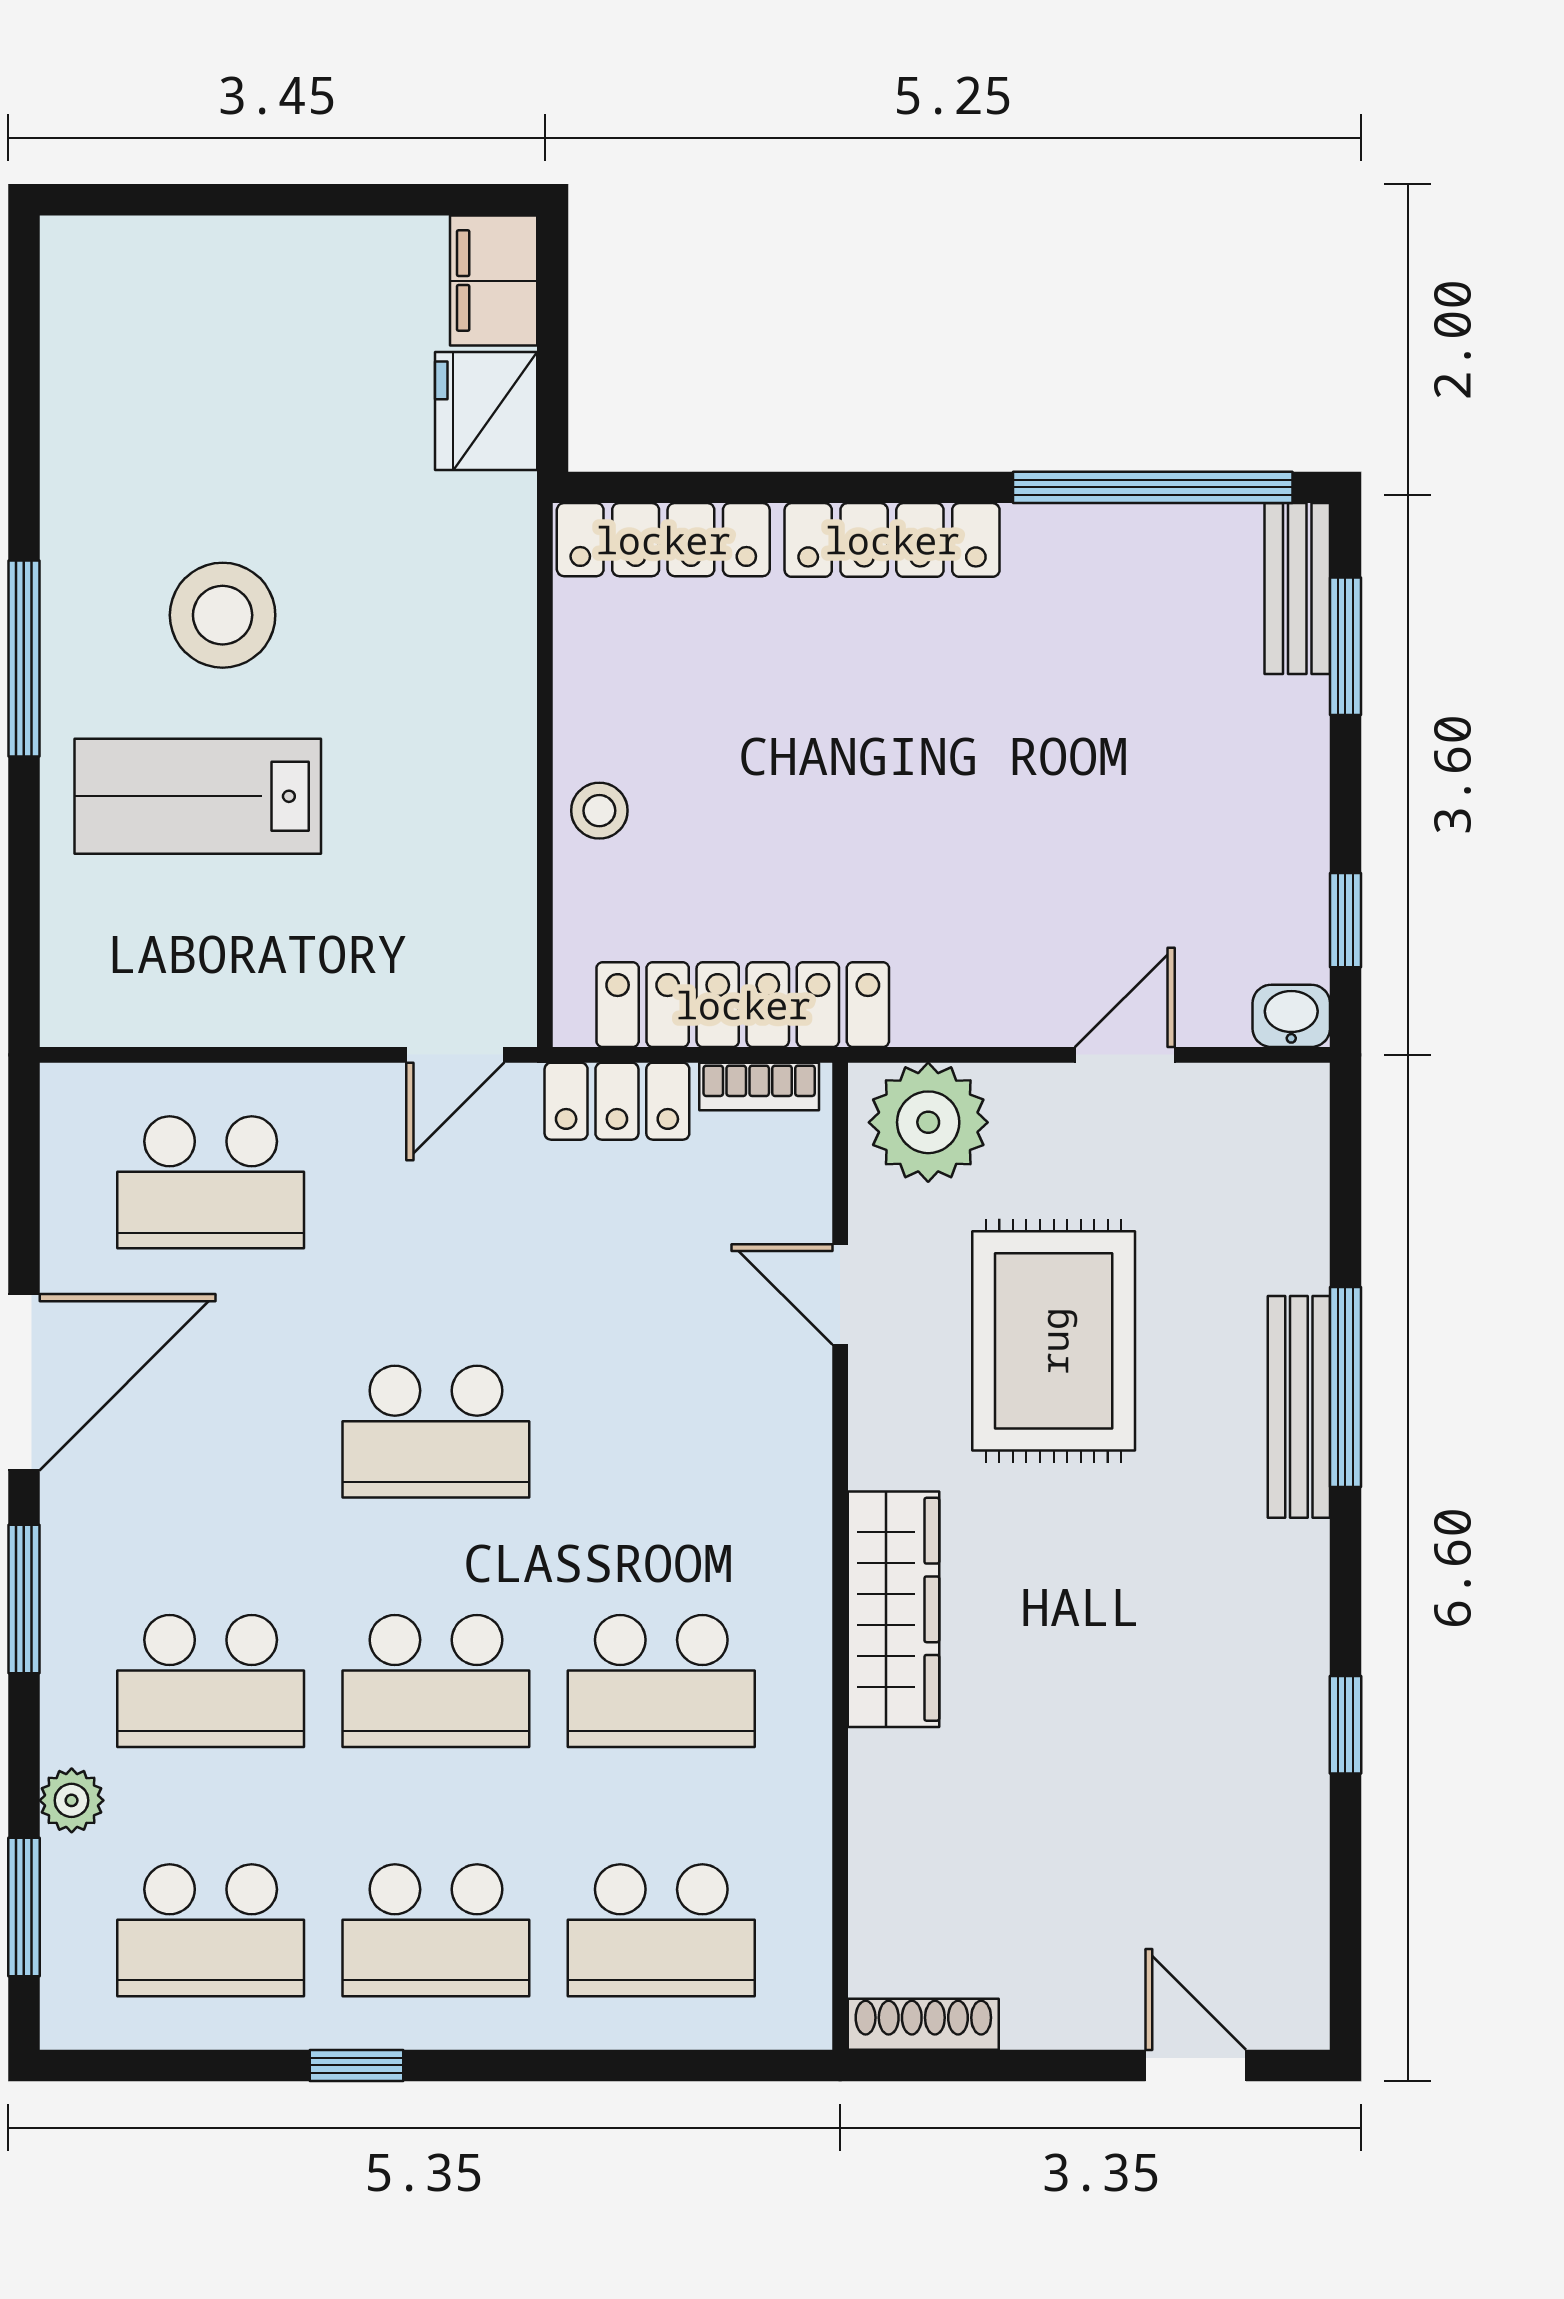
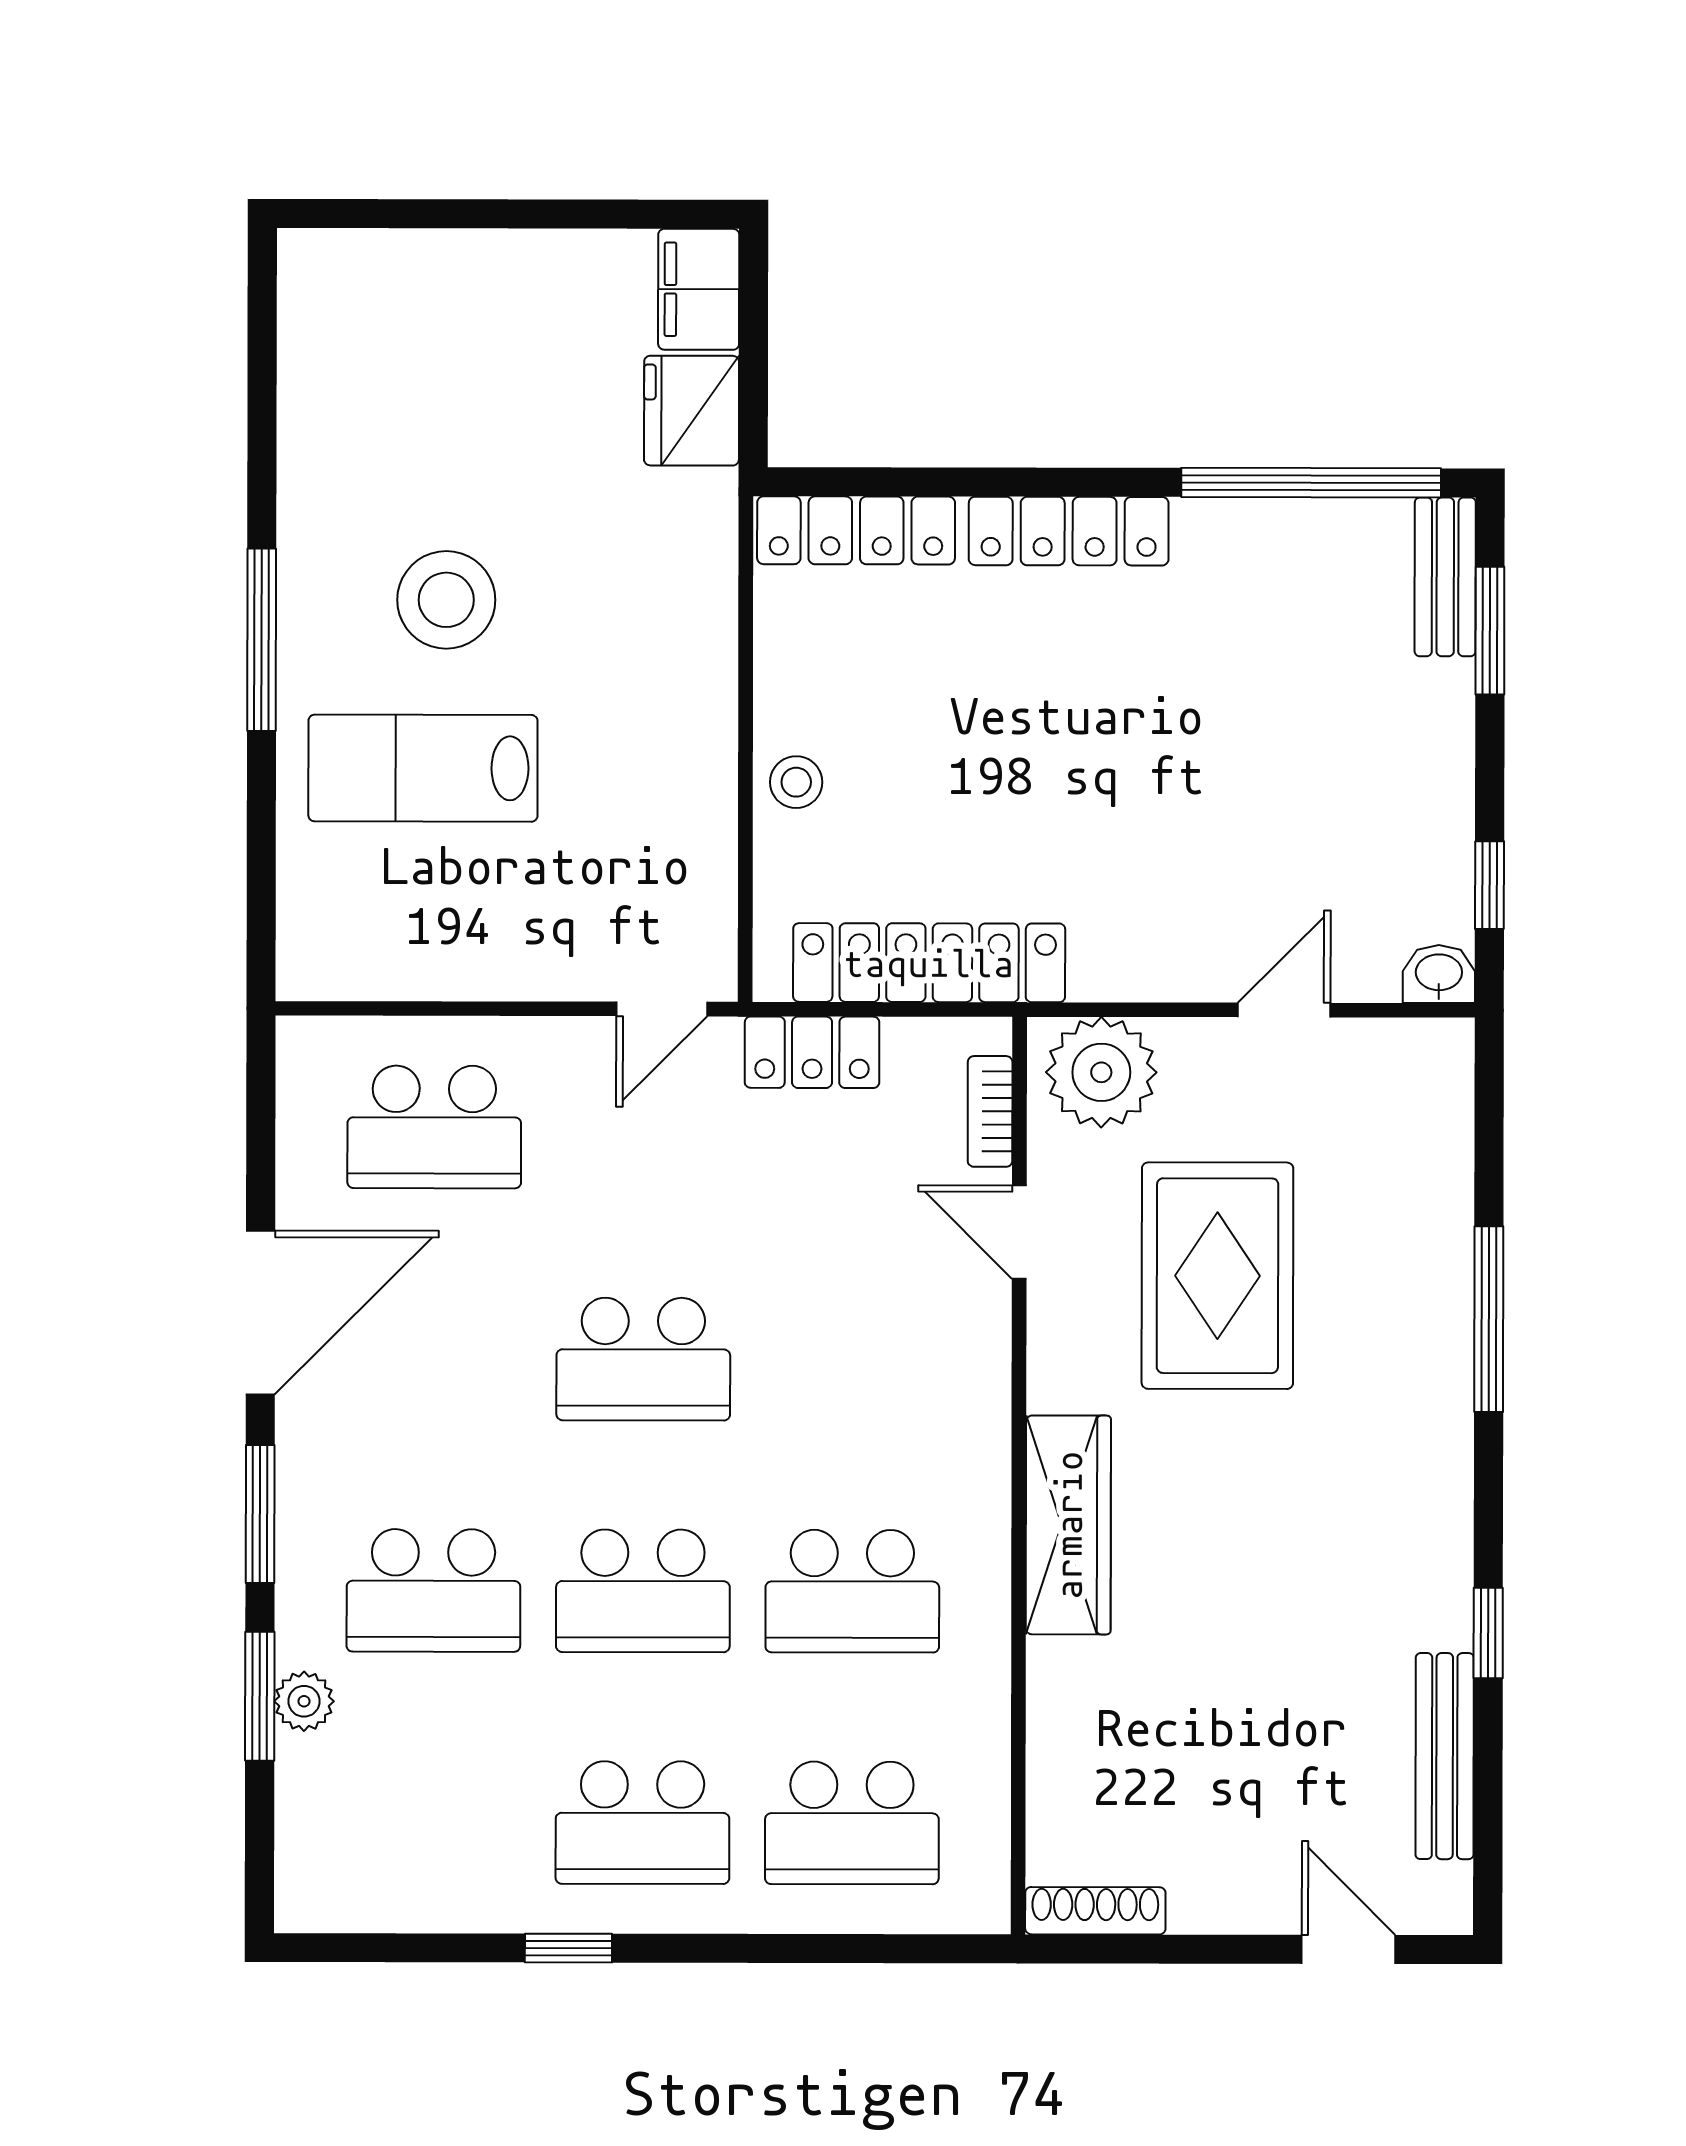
bookcase: (759, 1087) -> (990, 1111), moved, turned 90
bench: (1299, 1407) -> (1445, 1756), moved
window: (24, 1907) -> (260, 1696), moved
school desk: (211, 1930) -> (433, 1822), removed

